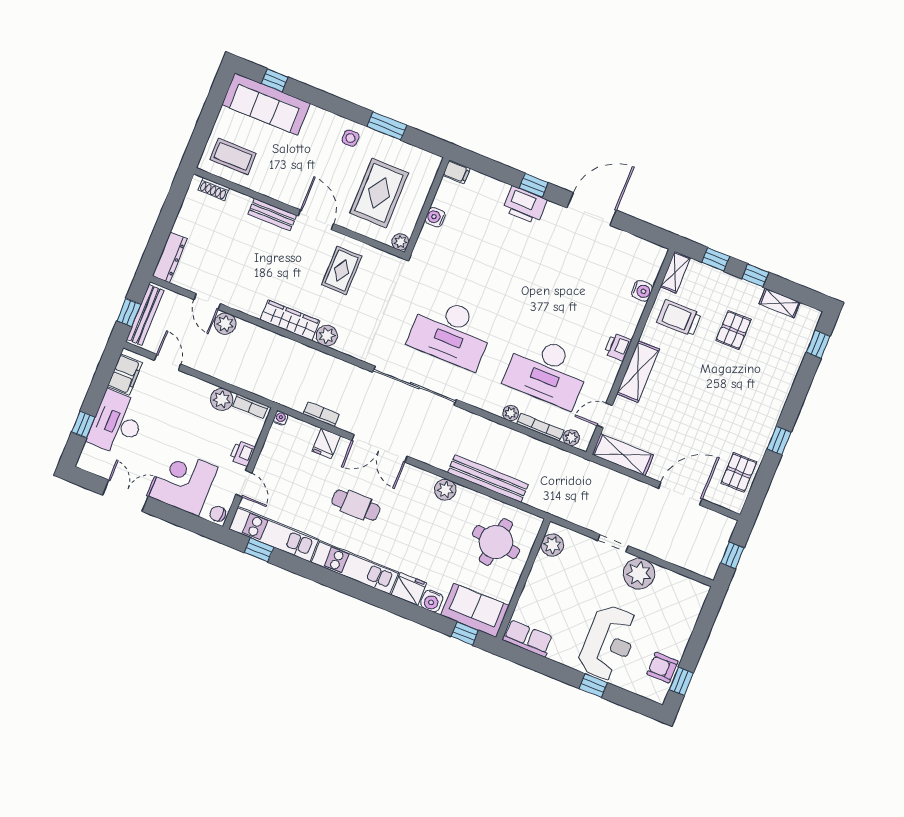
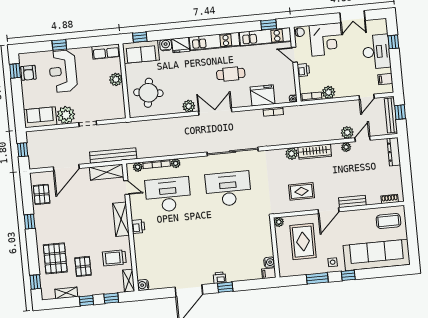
window: (275, 80) -> (348, 275), moved
sofa: (266, 104) -> (377, 255), width x1.36, depth x1.27
printer: (525, 205) -> (220, 278), width x0.53, depth x0.68
water cooler: (435, 217) -> (269, 262), moved
door: (316, 220) -> (328, 211), hinge flipped
rug: (342, 270) -> (302, 191), turned 90
water cooler: (642, 291) -> (143, 285), moved
door: (207, 302) -> (363, 139), hinge flipped
plant: (239, 302) -> (346, 147), added
trolley: (679, 318) -> (114, 258), turned 180
door: (168, 362) -> (367, 97), hinge flipped
pallet: (769, 364) -> (55, 258), added
filing cabinet: (125, 375) -> (385, 79), width x0.50
door: (605, 415) -> (126, 188), hinge flipped
fridge: (326, 443) -> (263, 95), width x1.88, depth x1.34
double door: (380, 448) -> (215, 111), moved
bench: (488, 478) -> (113, 155), moved
plant: (552, 545) -> (116, 79), moved
sofa: (680, 591) -> (40, 117), added
armchair: (662, 668) -> (28, 73), turned 90

